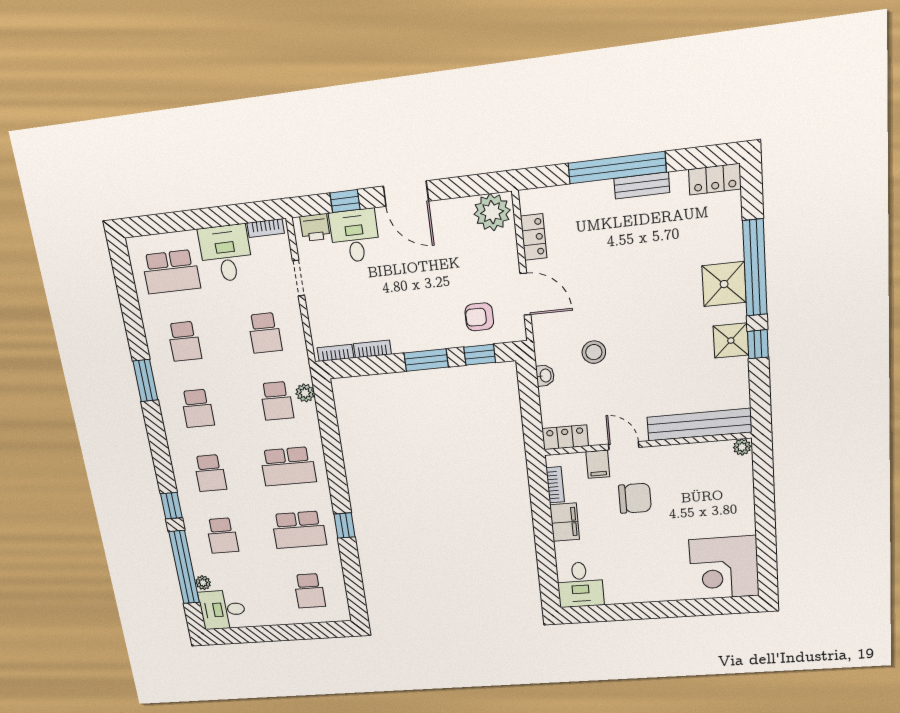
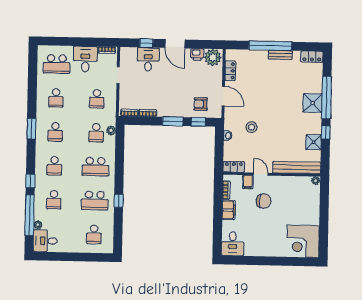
printer: (315, 228) -> (197, 54), moved
shower: (731, 340) -> (314, 142), moved
window: (145, 380) -> (31, 129), moved

